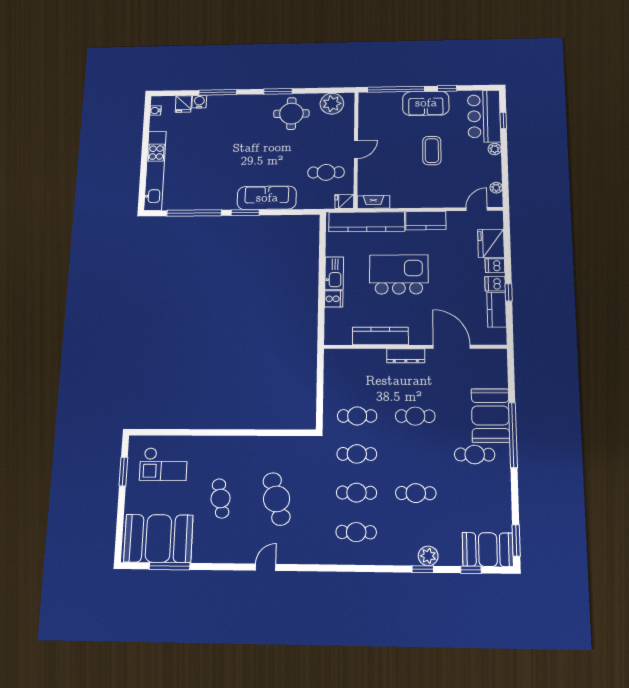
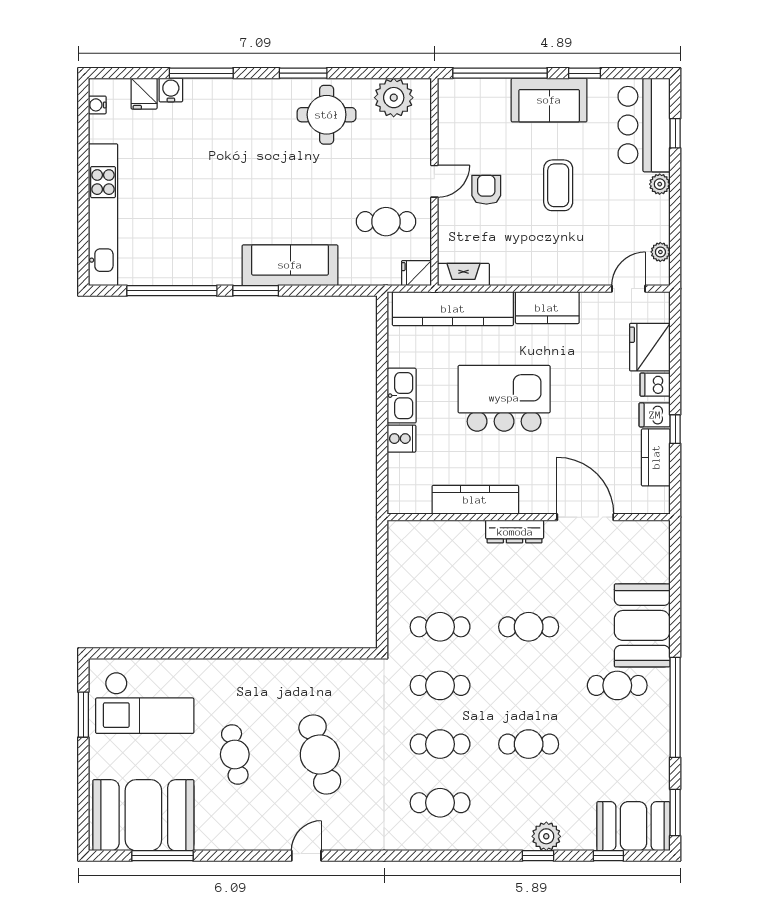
armchair: (388, 154) -> (486, 190), added
window: (513, 435) -> (675, 707), moved
checkout: (163, 464) -> (145, 703), width x1.36, depth x1.21

